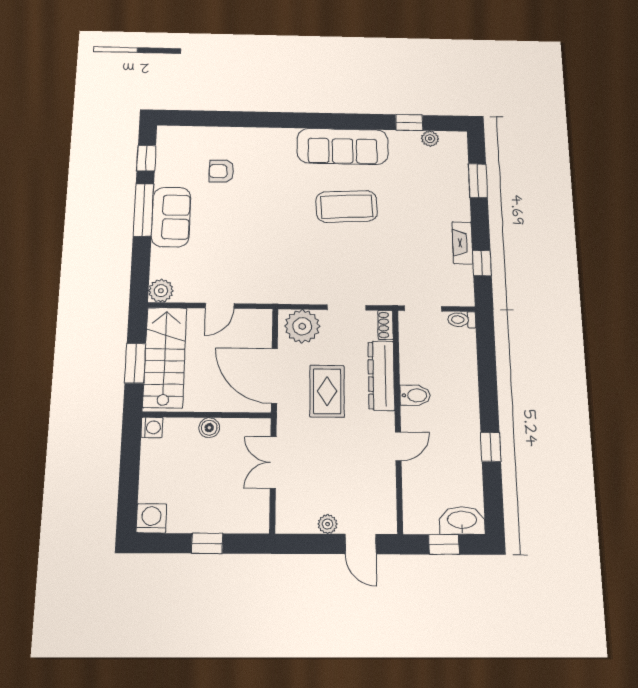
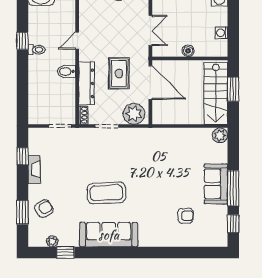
armchair: (445, 185) -> (44, 209), added
door: (220, 306) -> (184, 126), removed
toilet: (462, 320) -> (37, 50), moved
washing machine: (152, 427) -> (221, 33), moved

